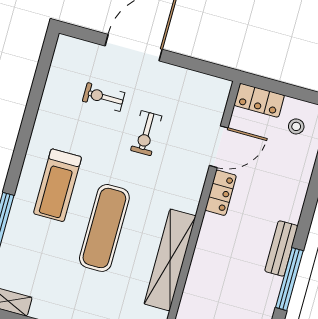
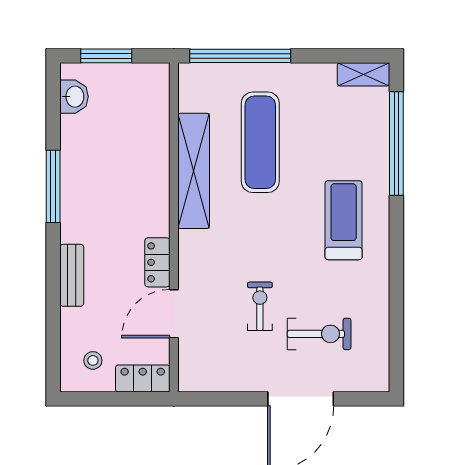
exercise bike: (104, 97) -> (319, 334), width x1.38, depth x1.39
exercise mat: (104, 228) -> (260, 142), moved
bench: (281, 249) -> (72, 275), moved

